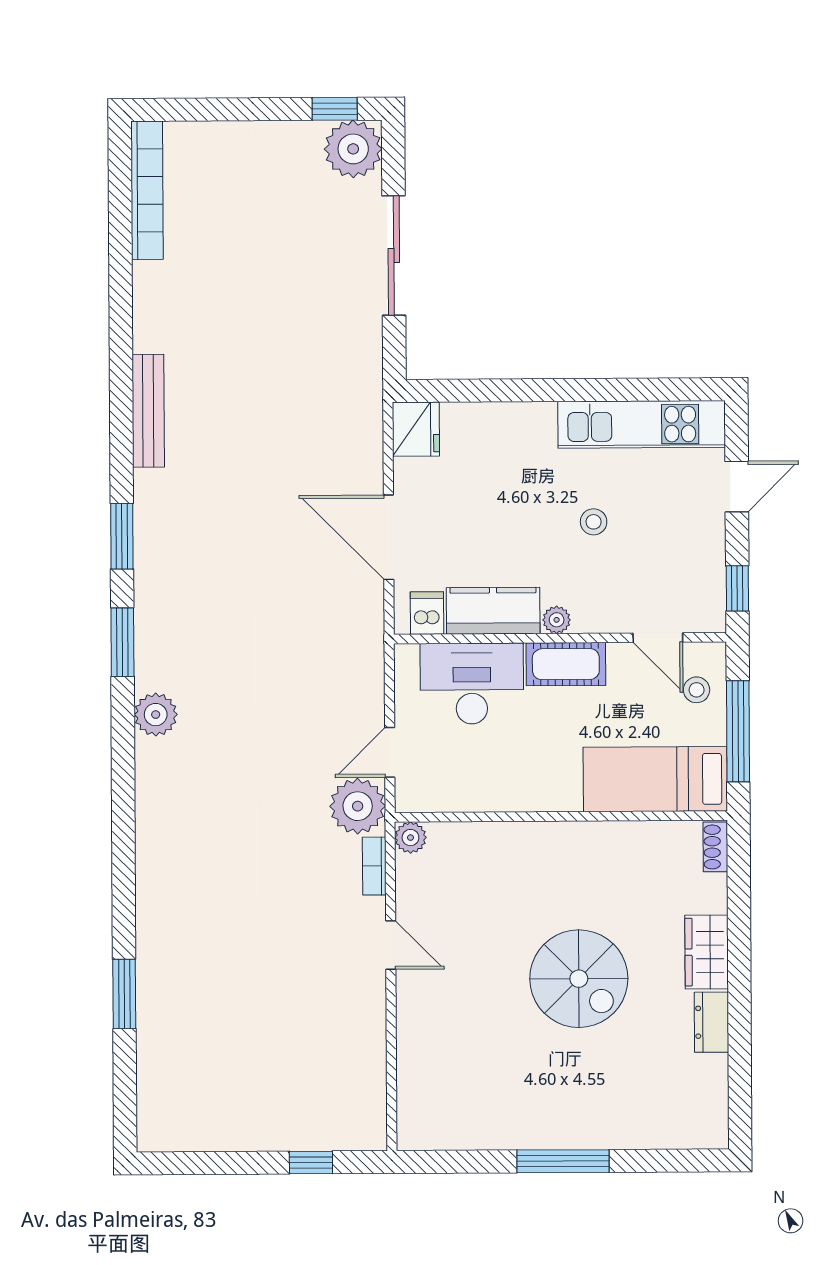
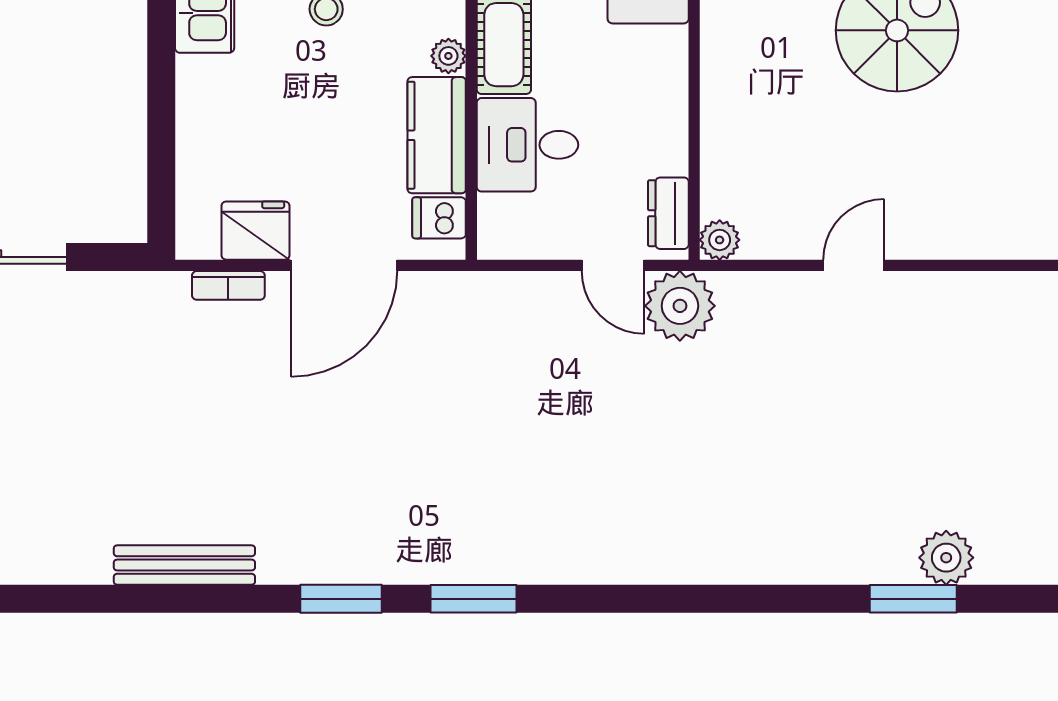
fridge: (416, 429) -> (255, 231), moved
desk: (472, 684) -> (527, 145), width x0.73
plant: (156, 715) -> (946, 558), moved
dresser: (432, 797) -> (668, 213), added
bookcase: (374, 866) -> (228, 285), moved

